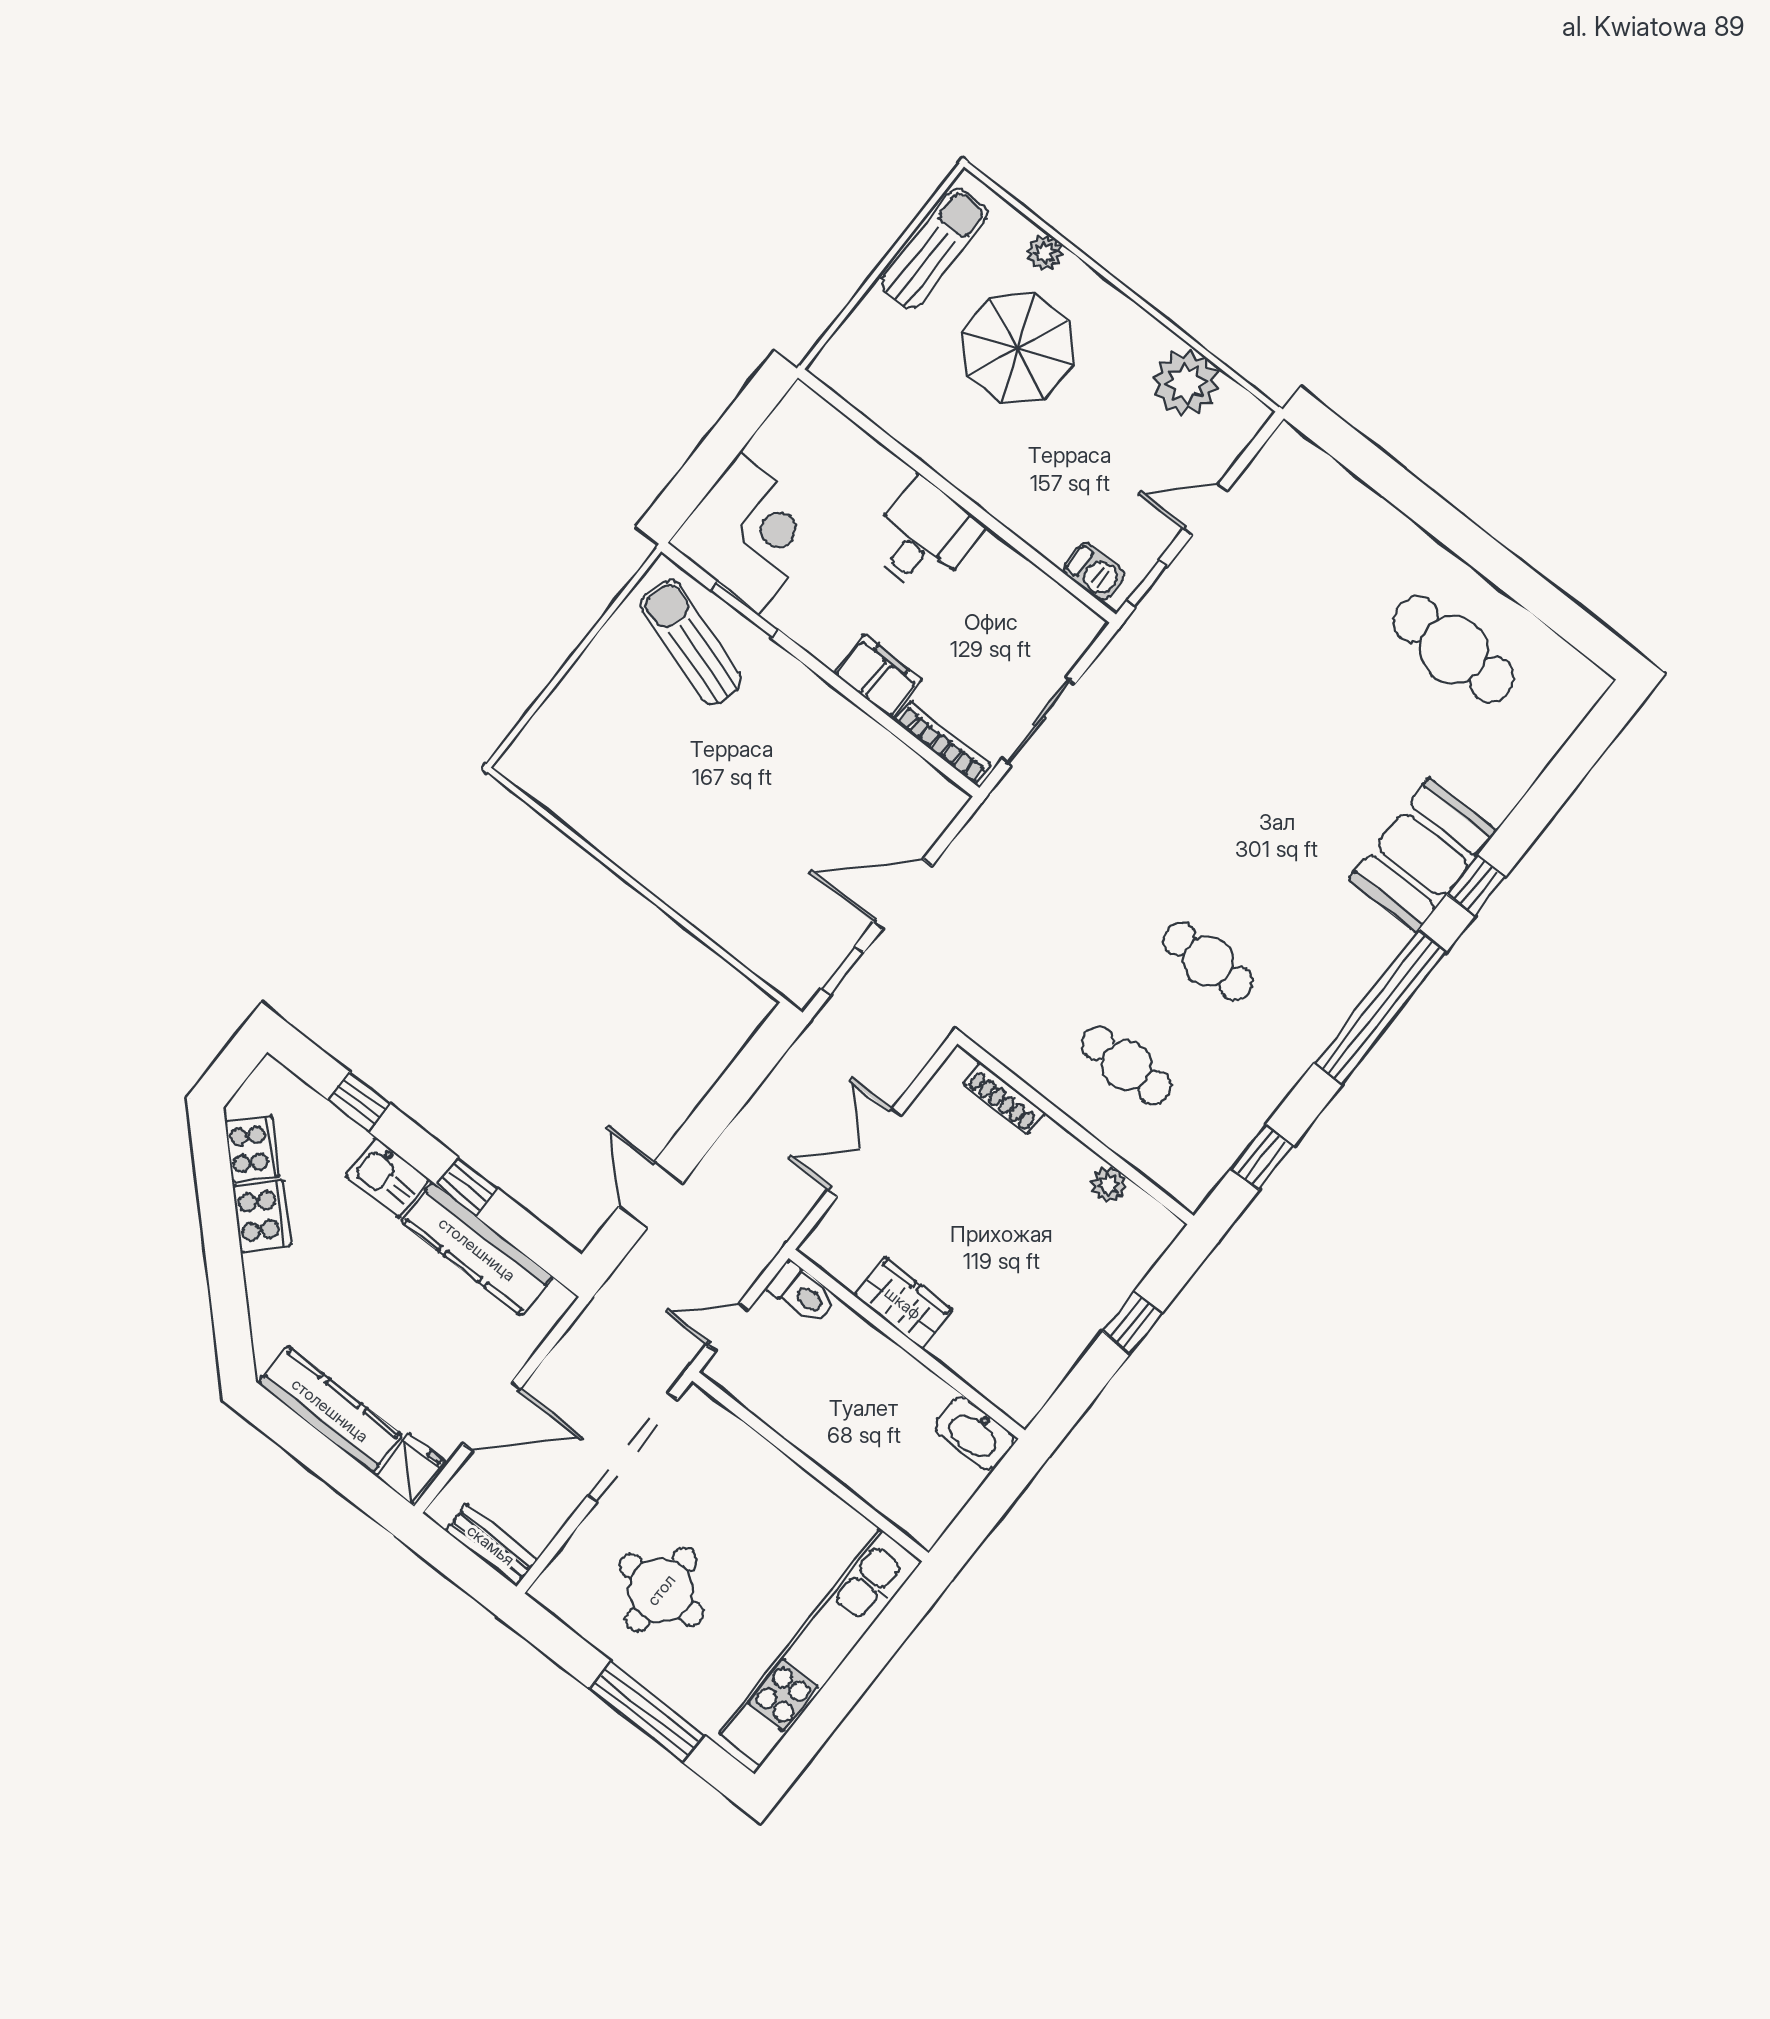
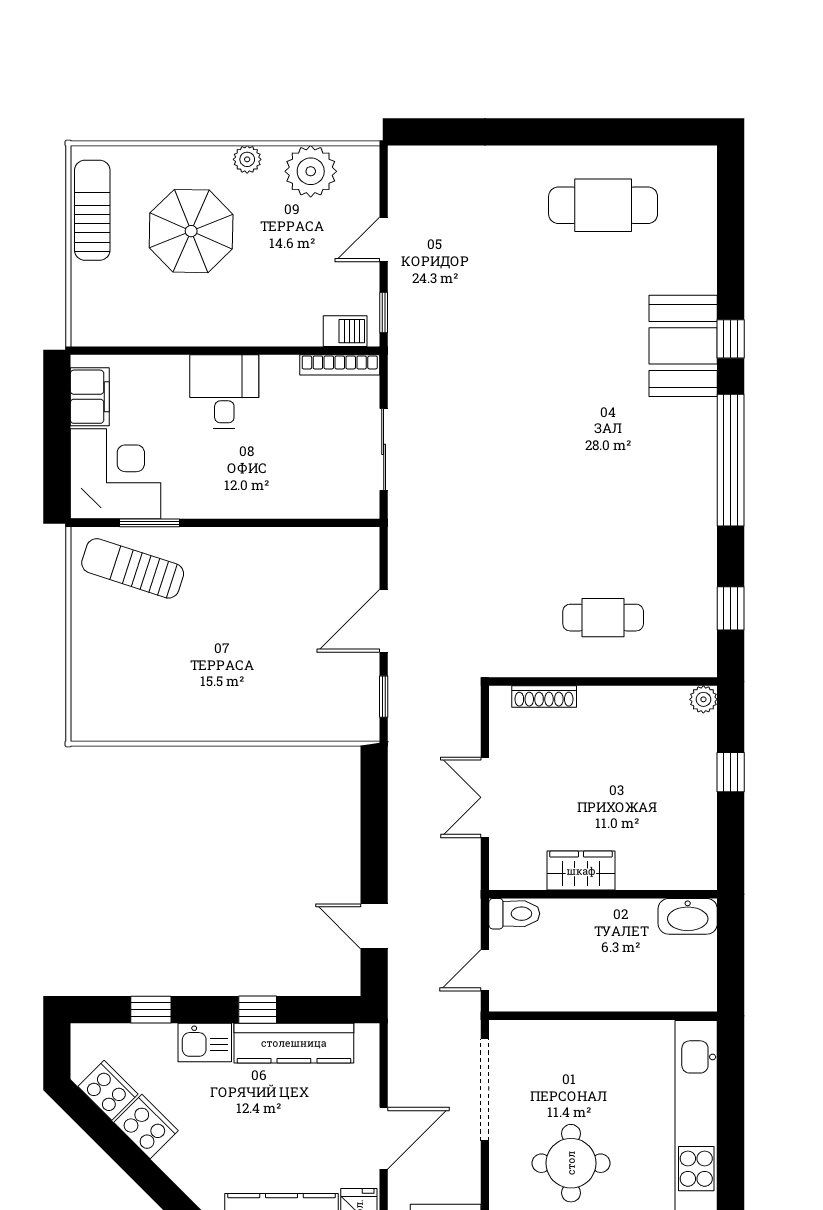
plant: (1045, 253) -> (247, 159), moved
filing cabinet: (878, 677) -> (90, 397), moved, turned 90
bookcase: (943, 743) -> (340, 365), moved, turned 180
cafe table: (1208, 961) -> (603, 515), removed
plant: (1109, 1185) -> (703, 699), moved

